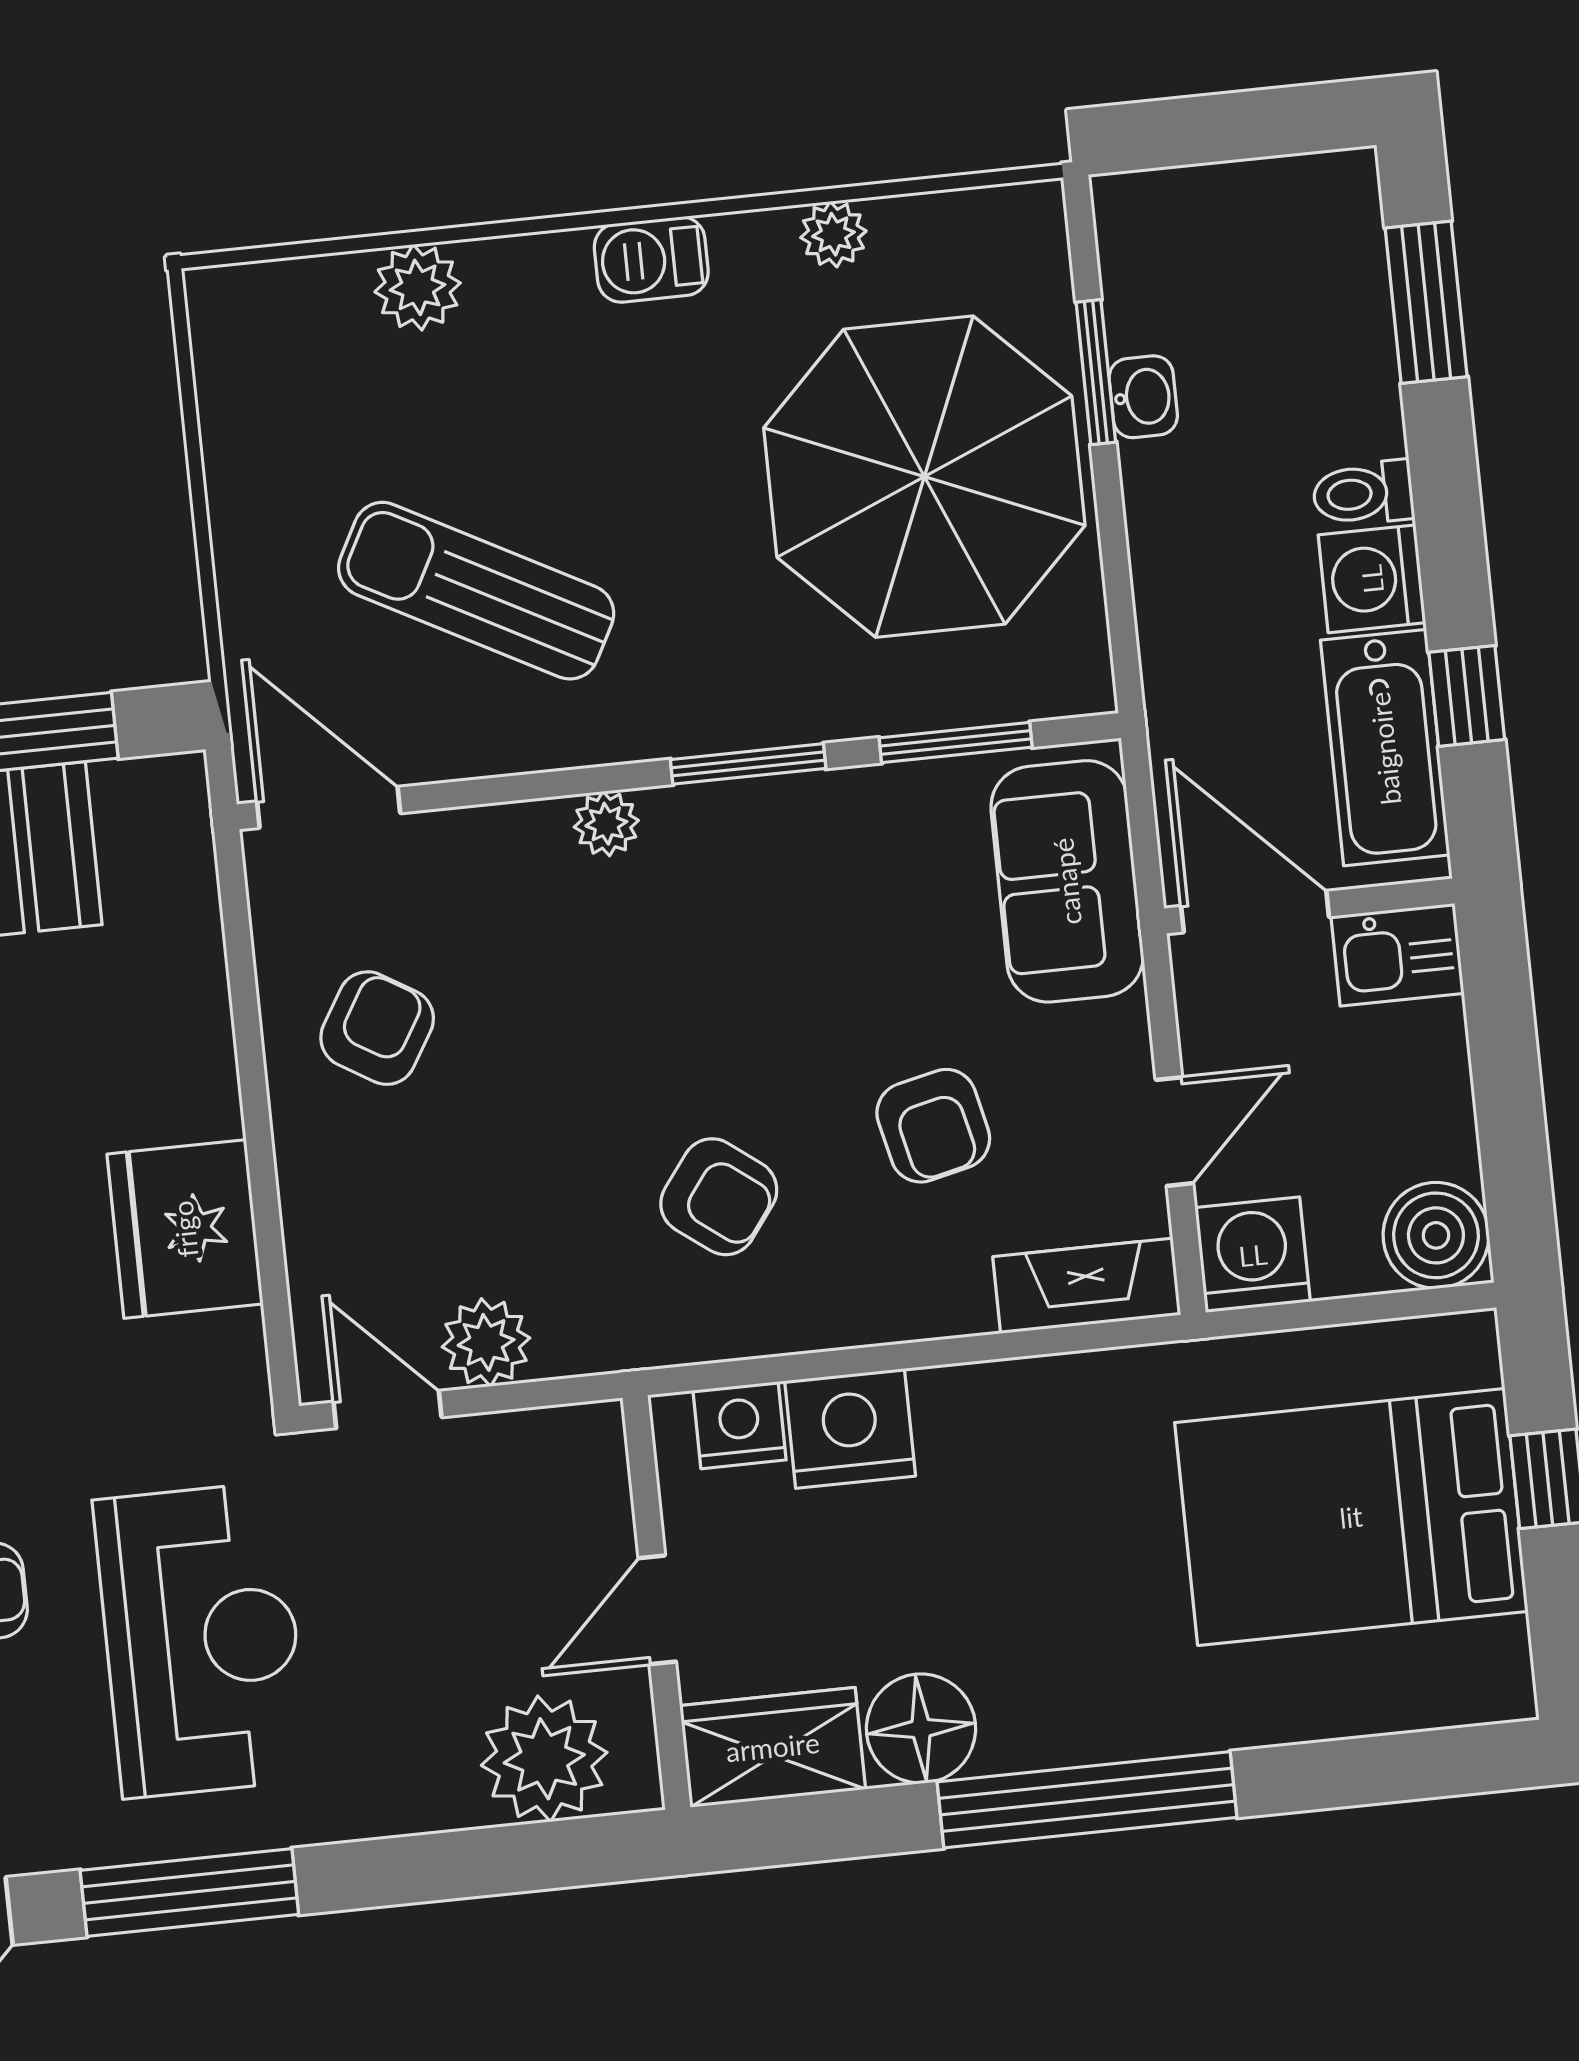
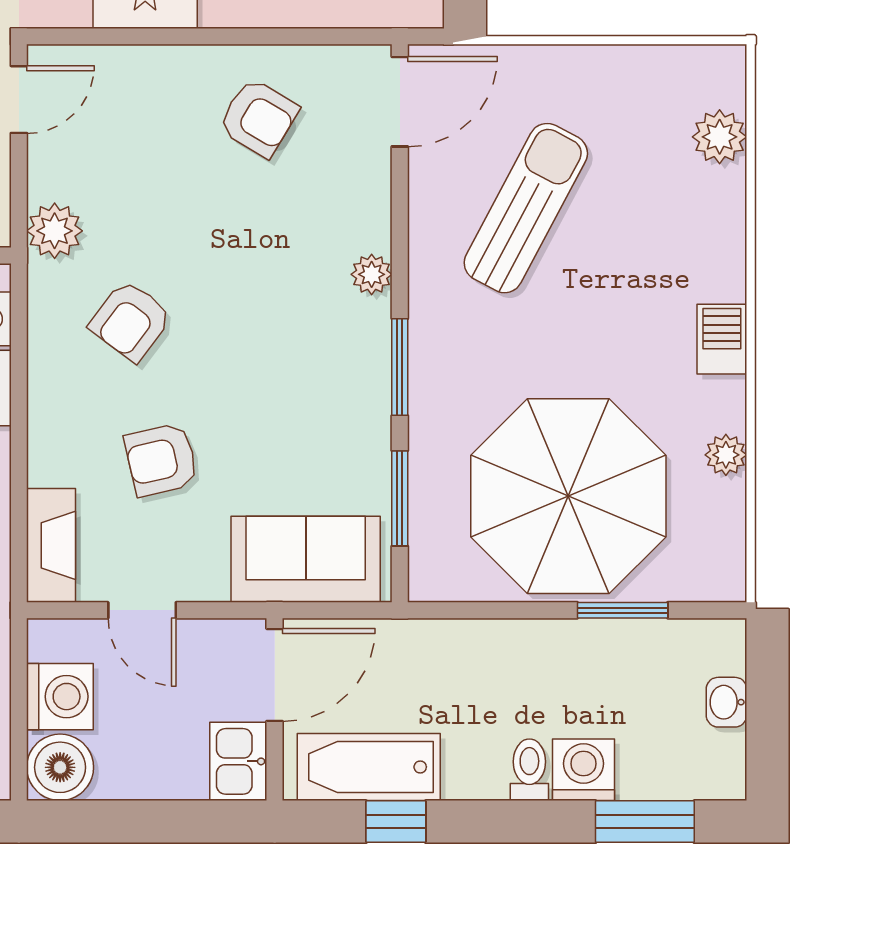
plant: (418, 287) -> (720, 137), moved
washbasin: (1143, 397) -> (726, 702), moved, turned 90
washing machine: (1372, 579) -> (583, 770), moved
washing machine: (1253, 1255) -> (60, 697), moved
plant: (486, 1342) -> (55, 231), moved

